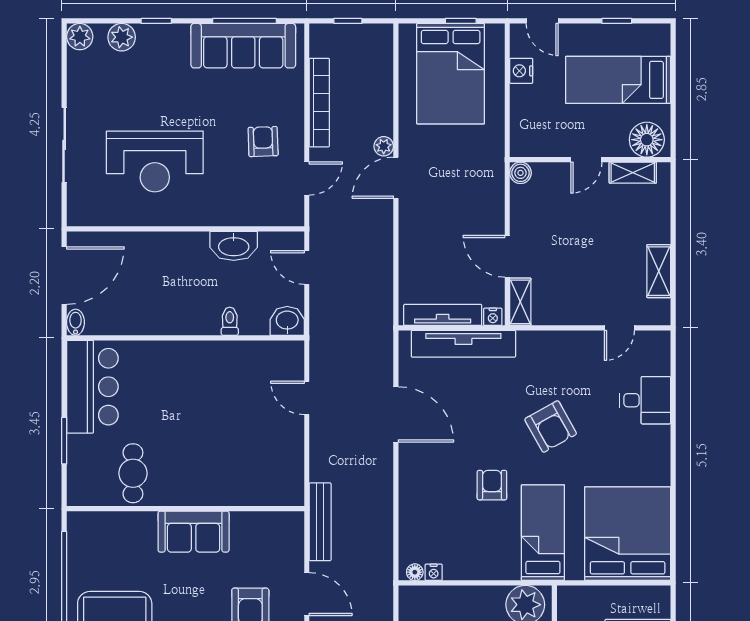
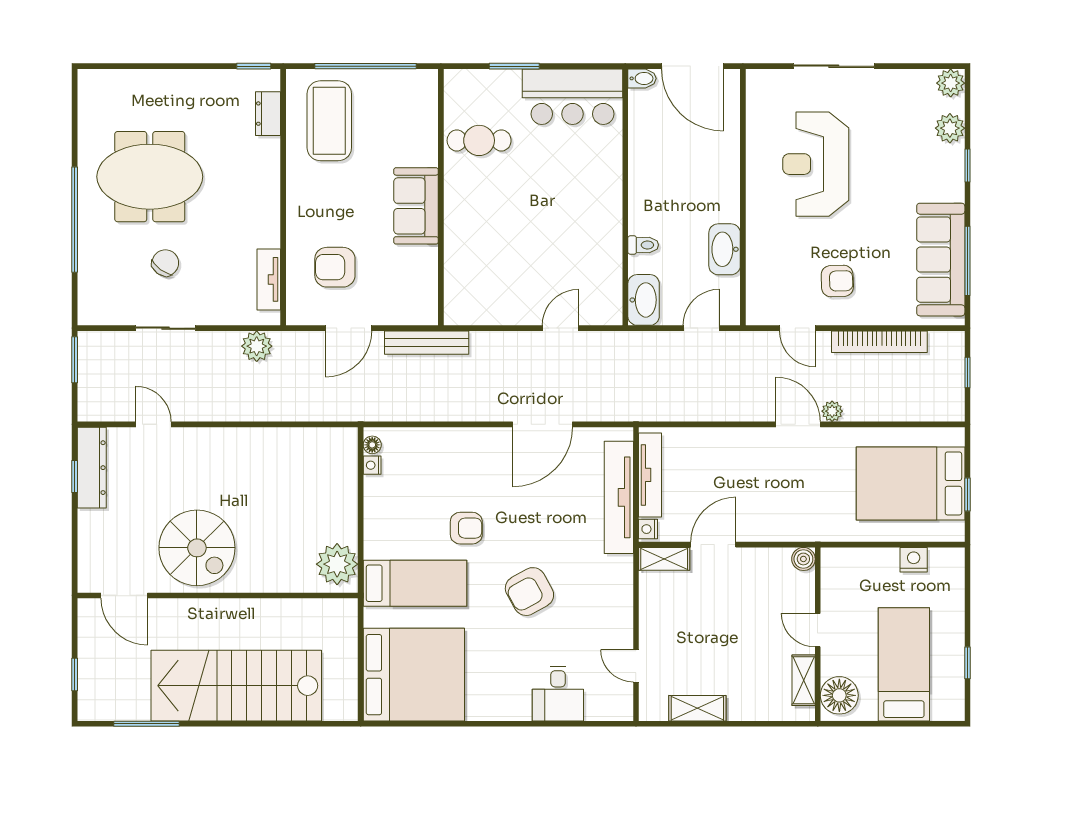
door: (542, 21) -> (967, 582), removed
washbasin: (287, 321) -> (644, 300), width x1.38

